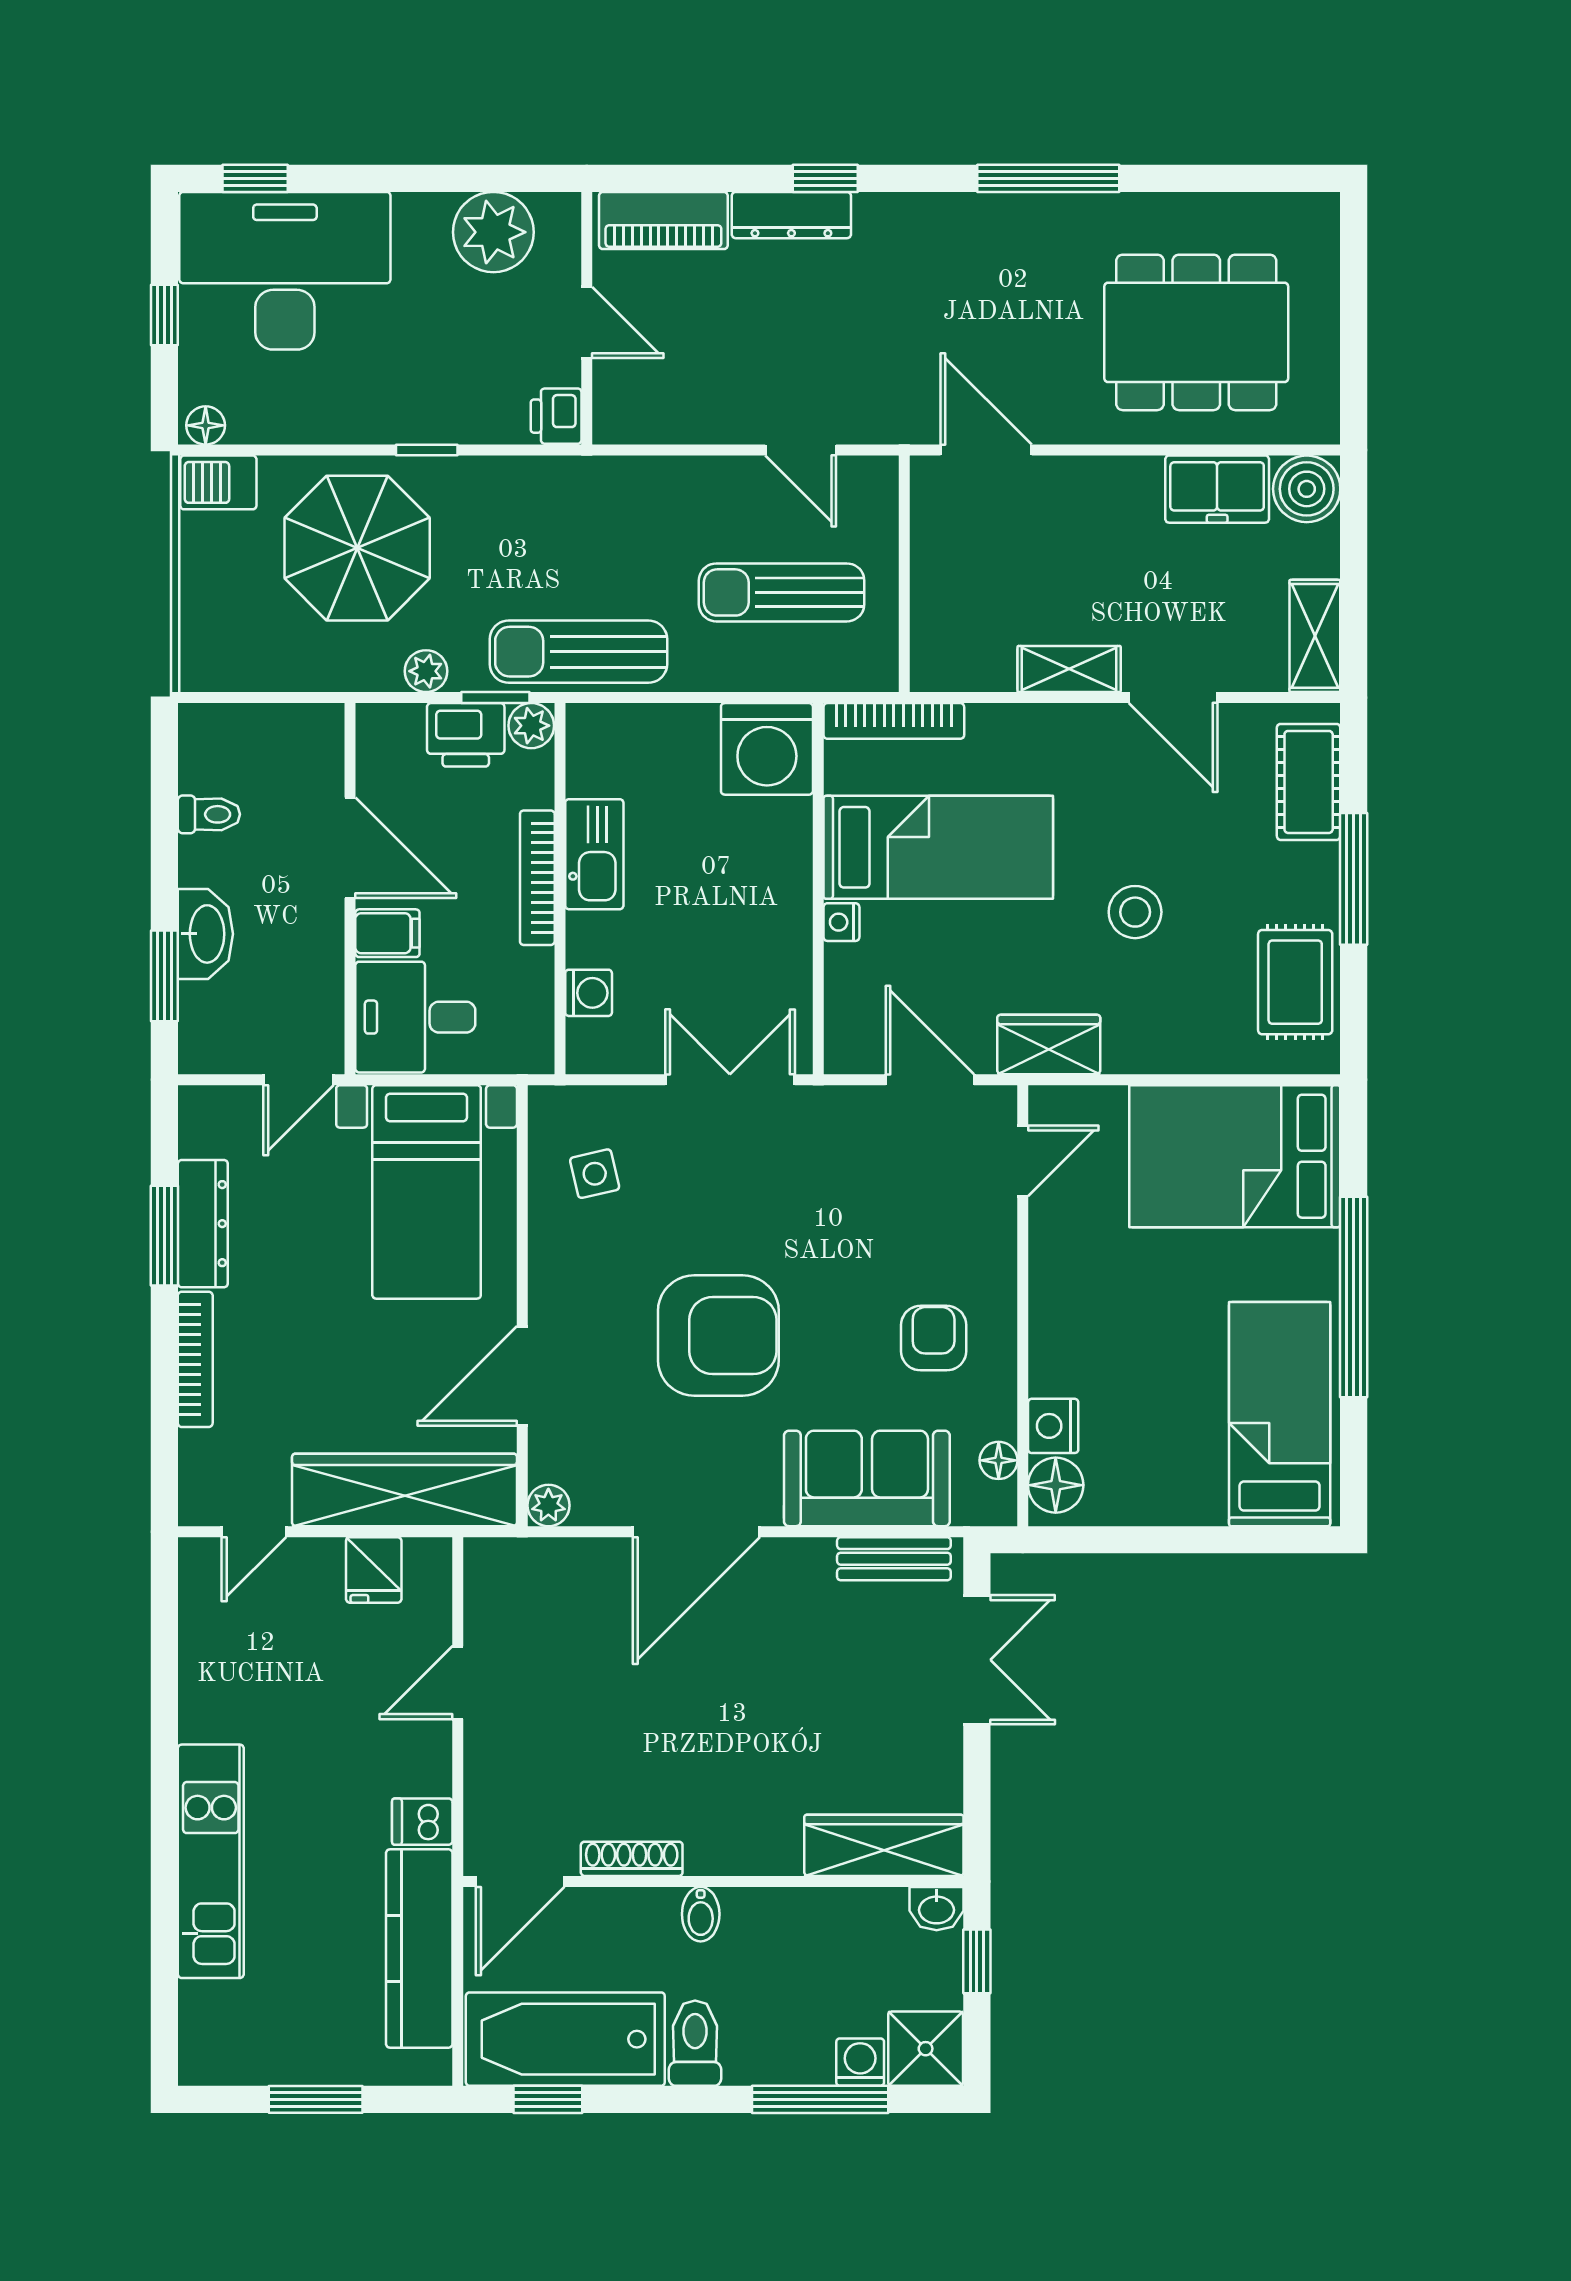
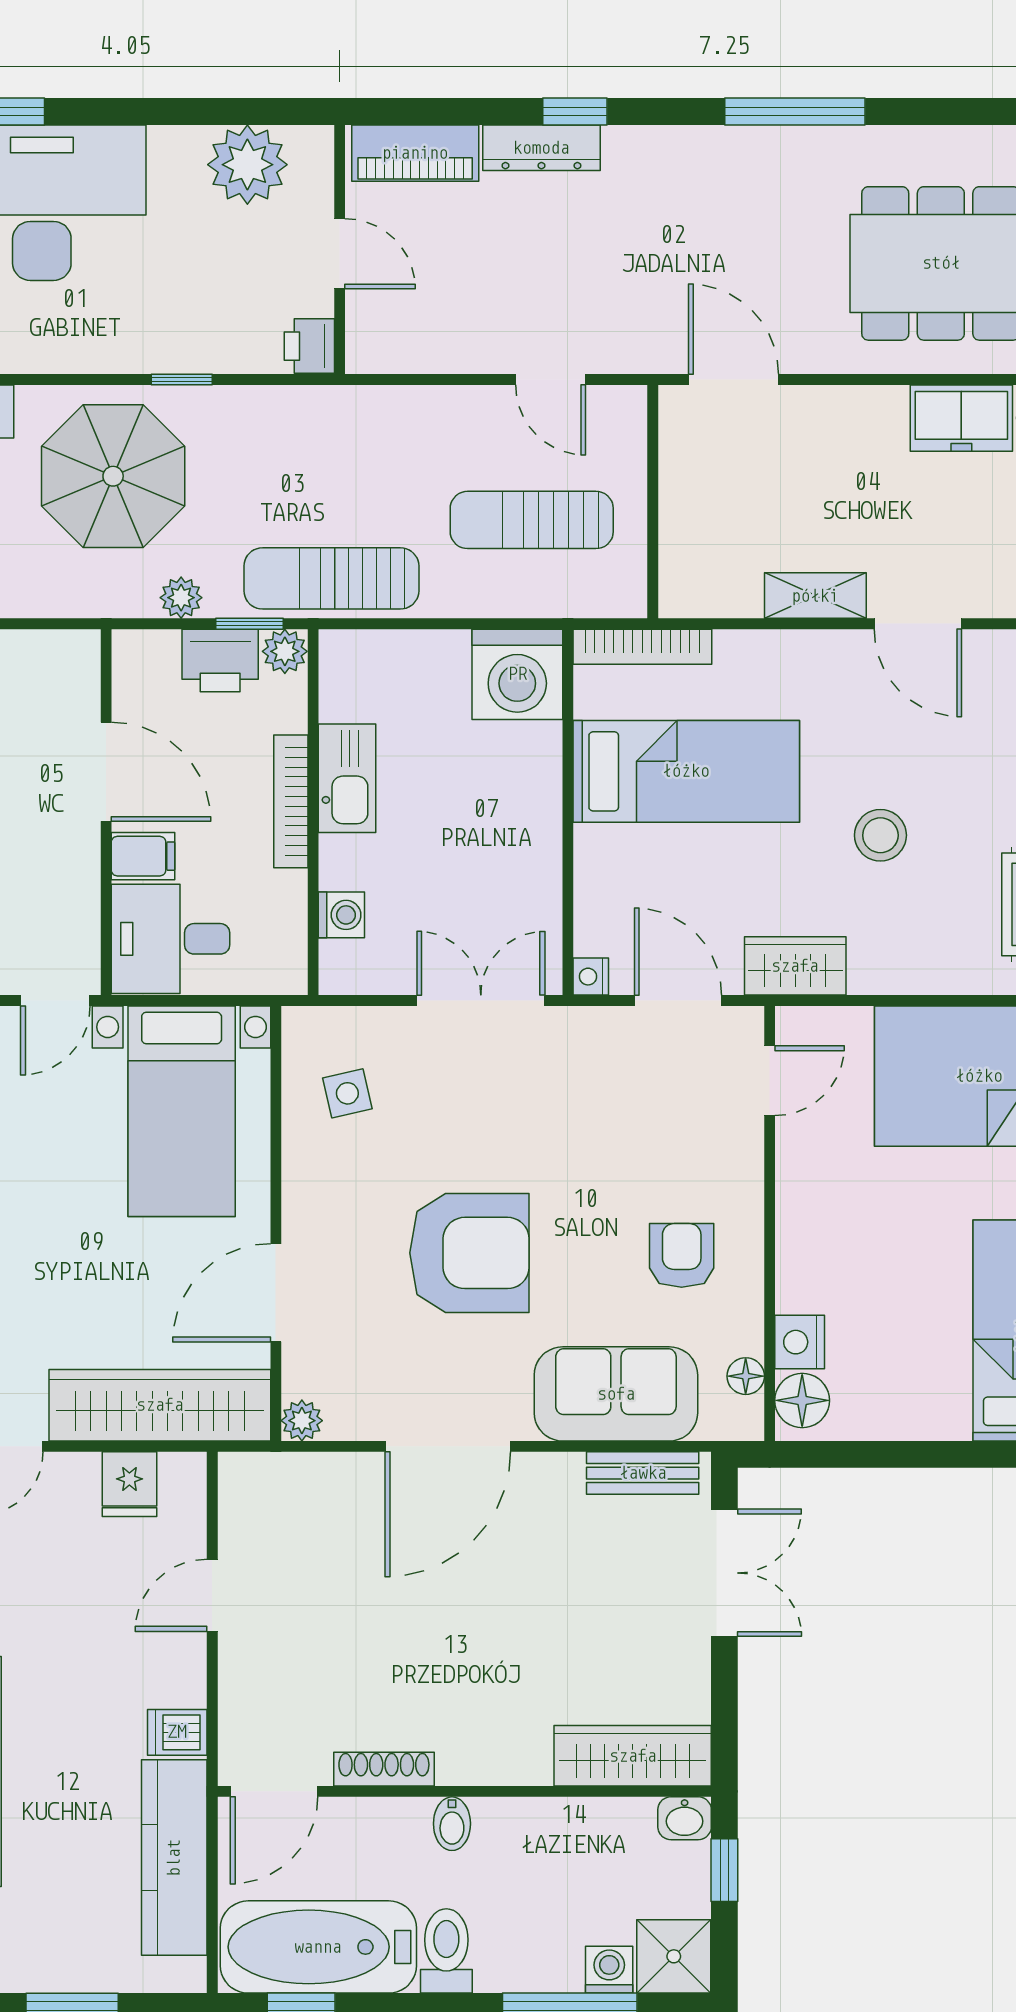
nightstand: (841, 922) -> (591, 977), moved

